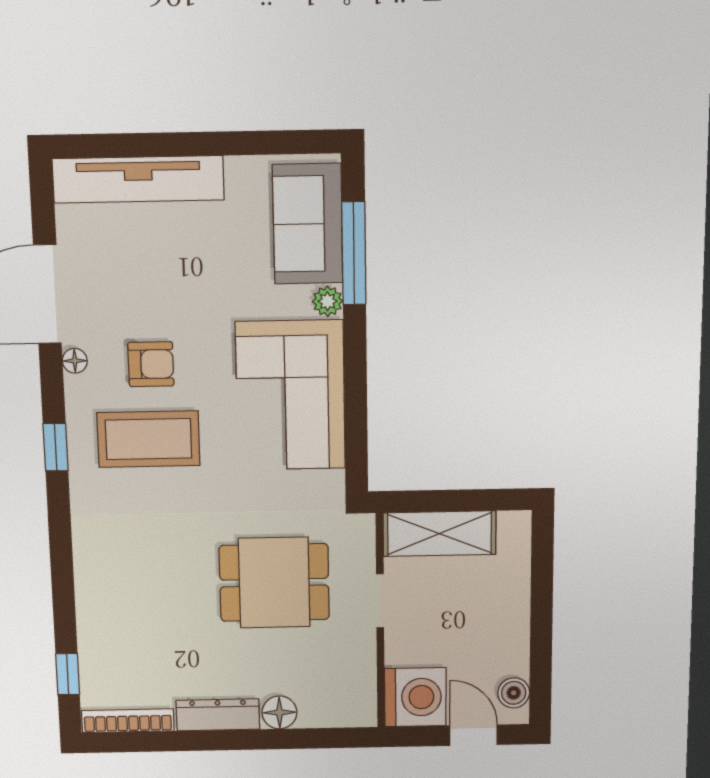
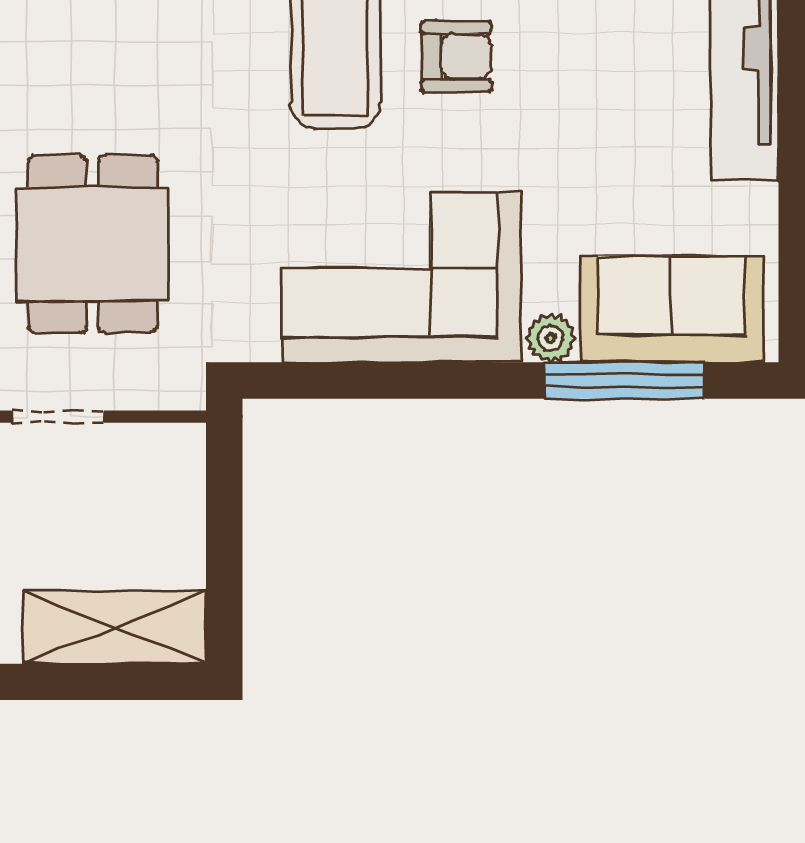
armchair: (151, 364) -> (456, 56), turned -90
shelving: (439, 534) -> (115, 627), moved, turned 90

